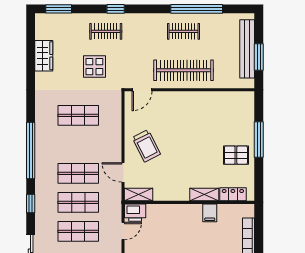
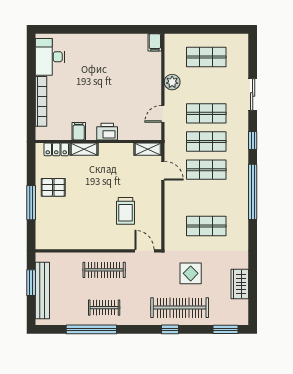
clothes rail: (106, 31) -> (180, 308), width x1.86, depth x1.31
clothes rail: (184, 70) -> (104, 270), width x0.73, depth x0.76
door: (142, 90) -> (144, 251), hinge flipped
trolley: (146, 146) -> (126, 211), moved, turned -153
printer: (135, 213) -> (107, 132), moved

